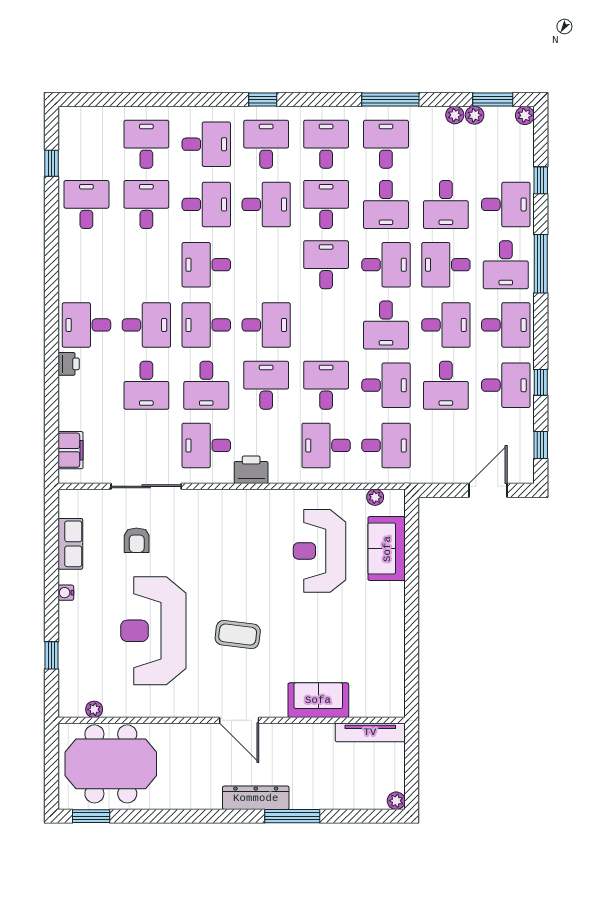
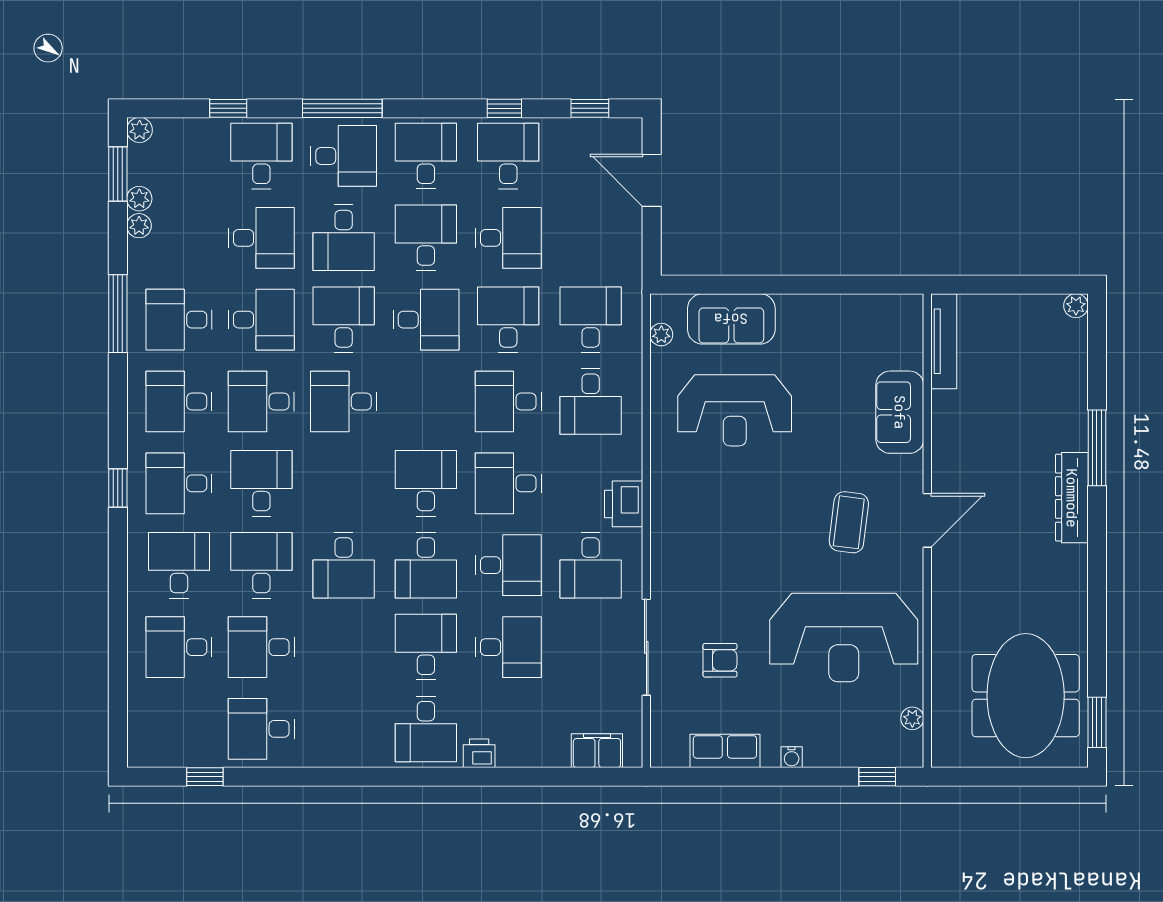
sofa: (318, 700) -> (900, 412), moved
plant: (94, 709) -> (912, 718), moved
wall: (232, 720) -> (927, 531), moved
door: (239, 720) -> (927, 520), moved
tv unit: (370, 732) -> (944, 341), moved

